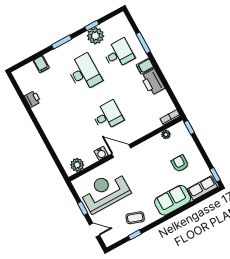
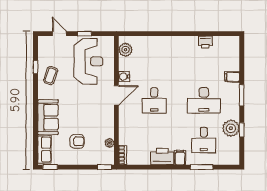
filing cabinet: (41, 64) -> (232, 77), moved
door: (94, 230) -> (59, 34), swing flipped

